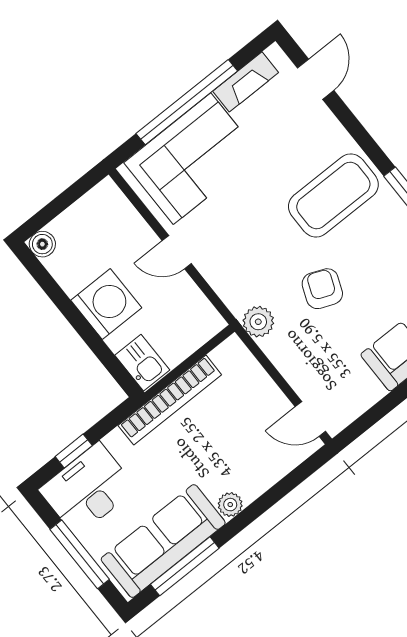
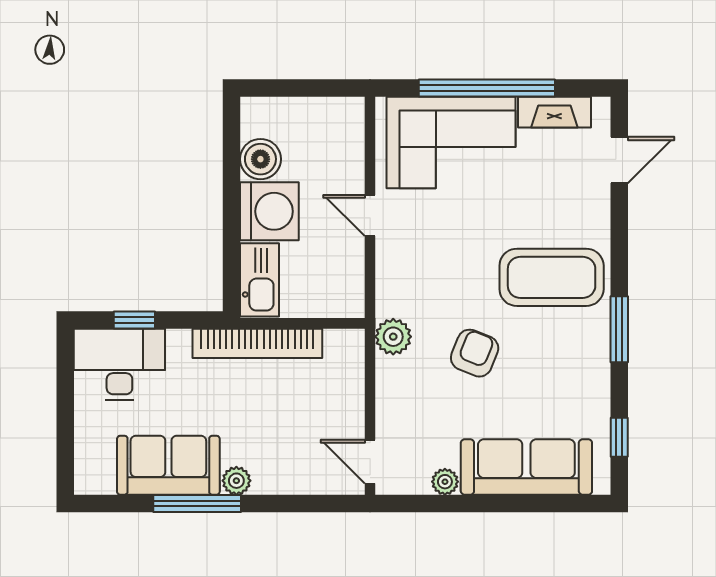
boiler: (42, 244) -> (260, 159), moved, width x1.36, depth x1.36
kitchen sink: (142, 363) -> (259, 280), width x1.38
plant: (372, 392) -> (445, 482), added
sofa: (163, 541) -> (168, 465), width x0.73
window: (80, 554) -> (65, 417), removed
window: (185, 566) -> (197, 503), moved

